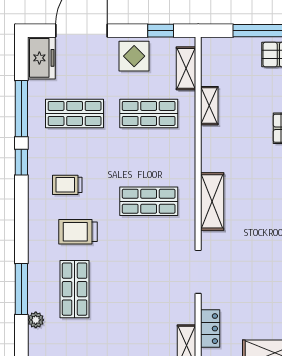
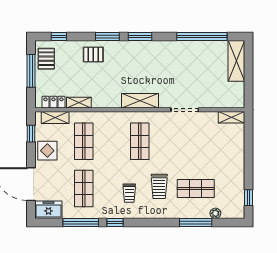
locker: (210, 329) -> (53, 102), moved

